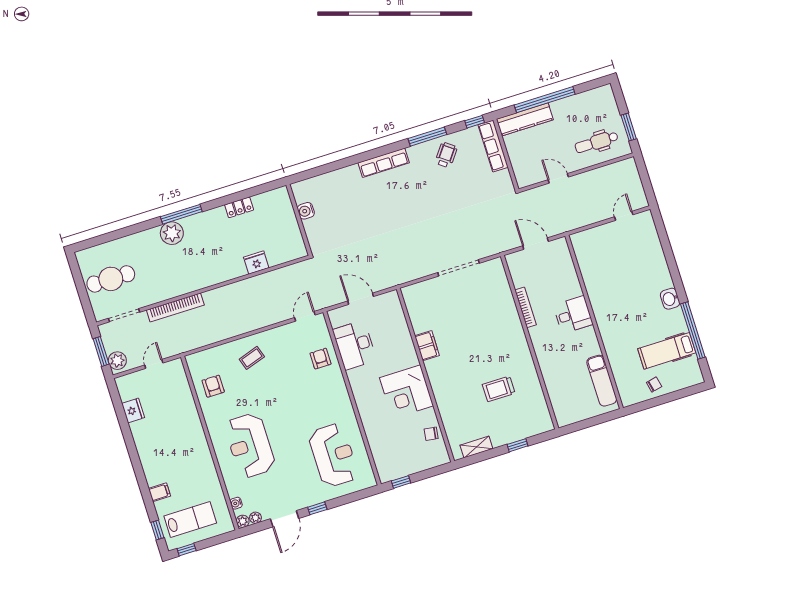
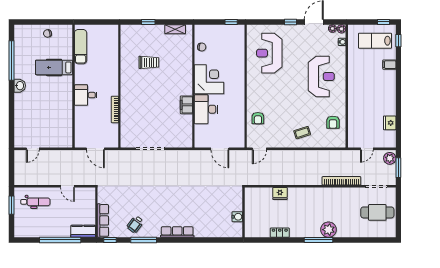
kitchen counter: (525, 119) -> (83, 231), width x0.67
desk: (355, 345) -> (206, 109), moved, turned 180
hospital bed: (667, 351) -> (54, 67), moved, turned 180

